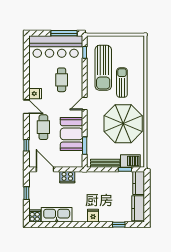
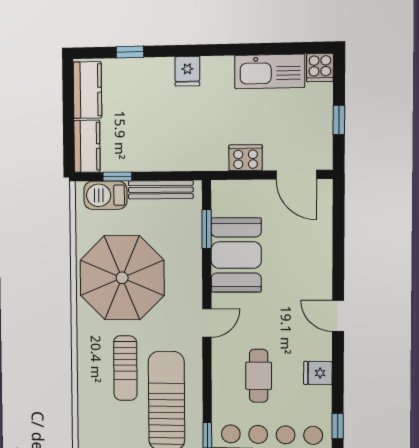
fridge: (35, 94) -> (318, 373), moved
cafe table: (43, 127) -> (300, 270), removed
window: (26, 145) -> (338, 426), moved

